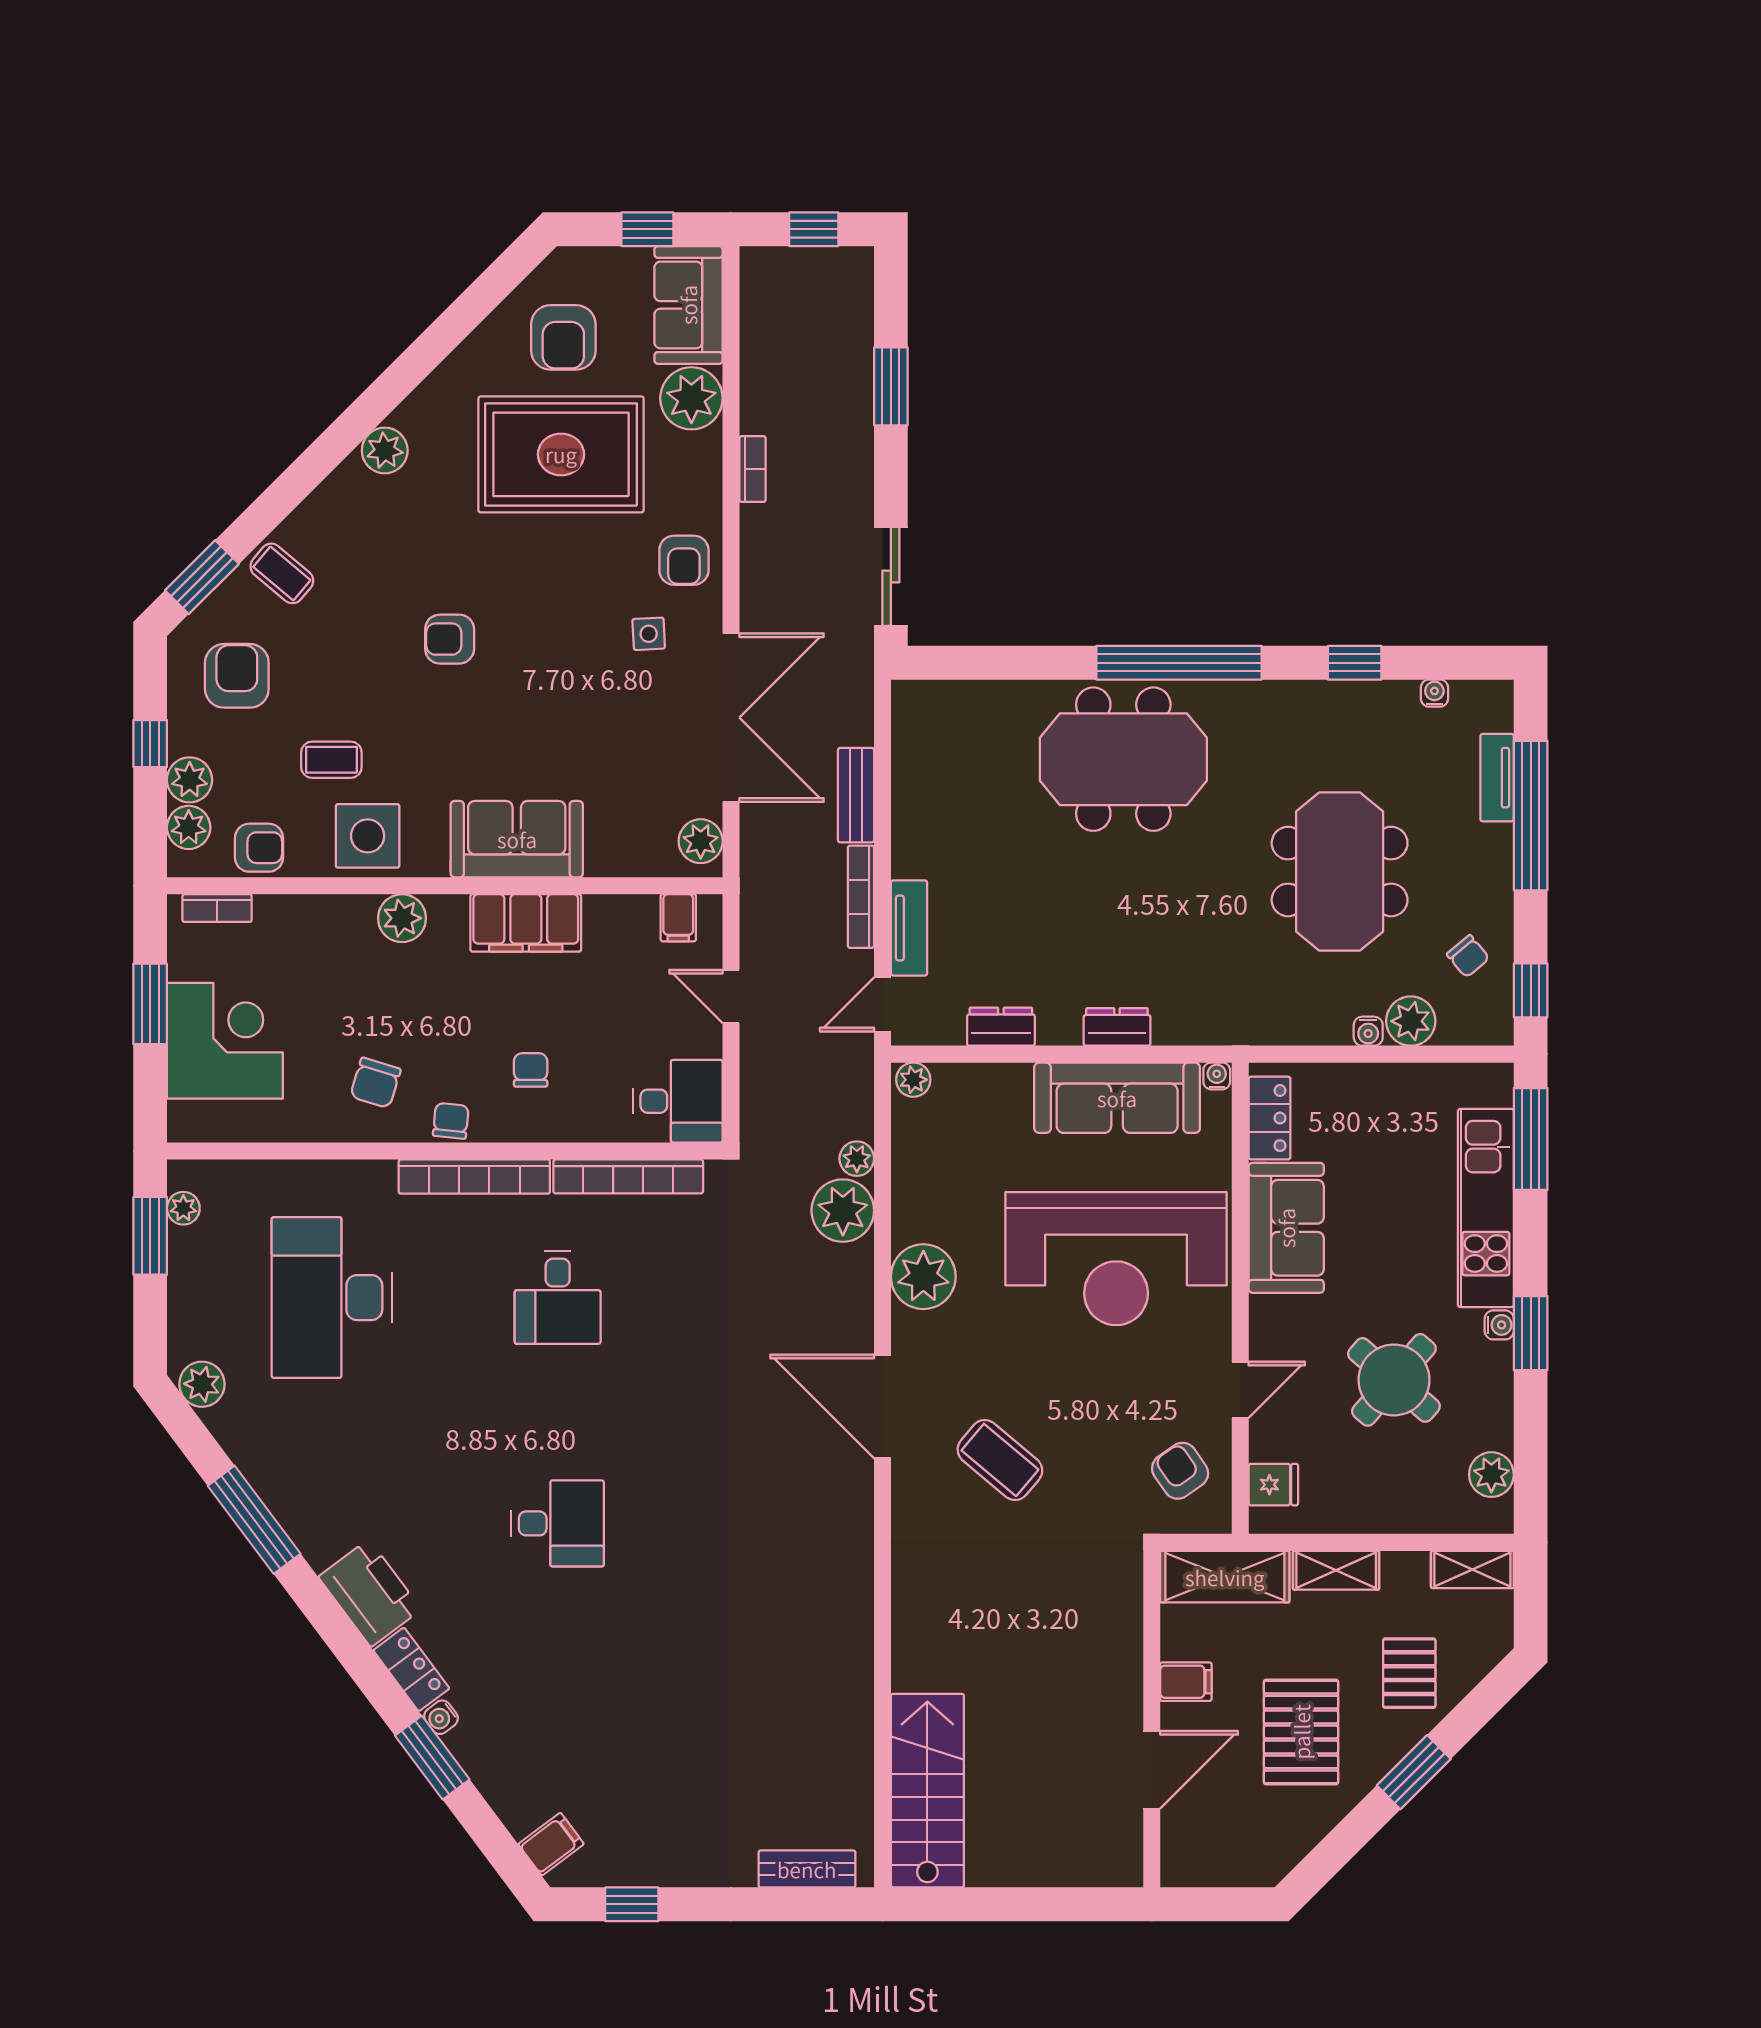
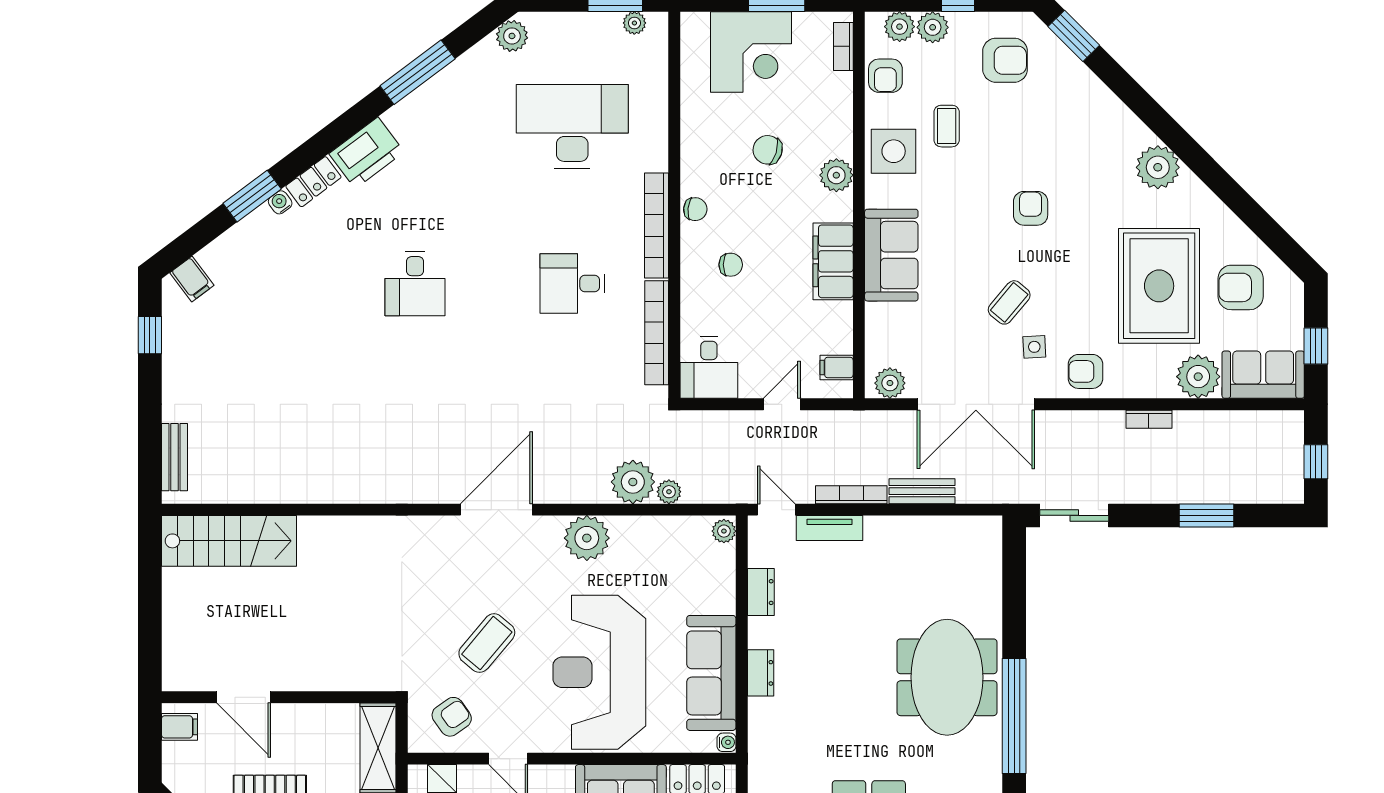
plant: (385, 450) -> (1158, 167), width x1.36, depth x1.36
coffee table: (282, 573) -> (1009, 302), moved
chair: (375, 1083) -> (768, 150), moved
coffee table: (1000, 1460) -> (487, 643), moved
filing cabinet: (1186, 1682) -> (180, 727), moved, turned -90

